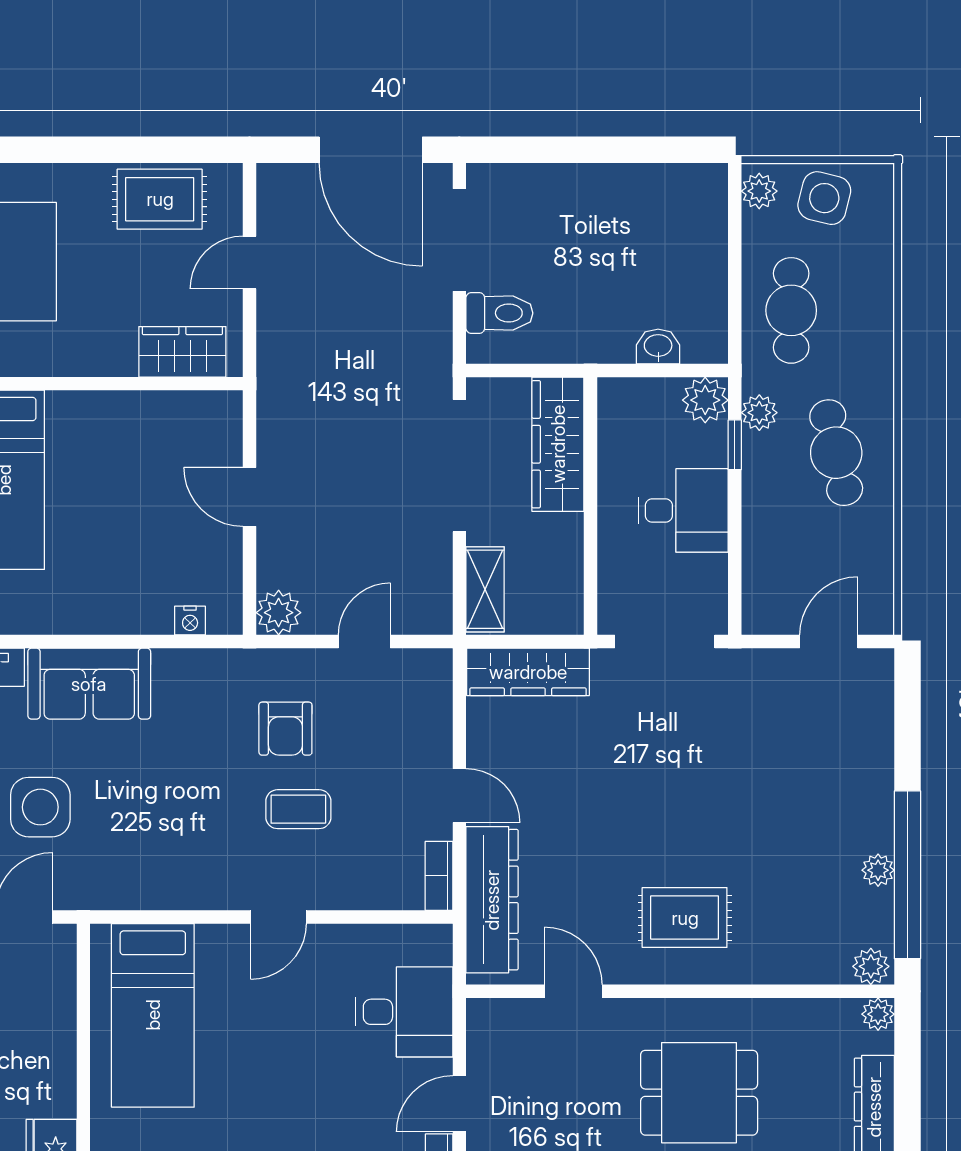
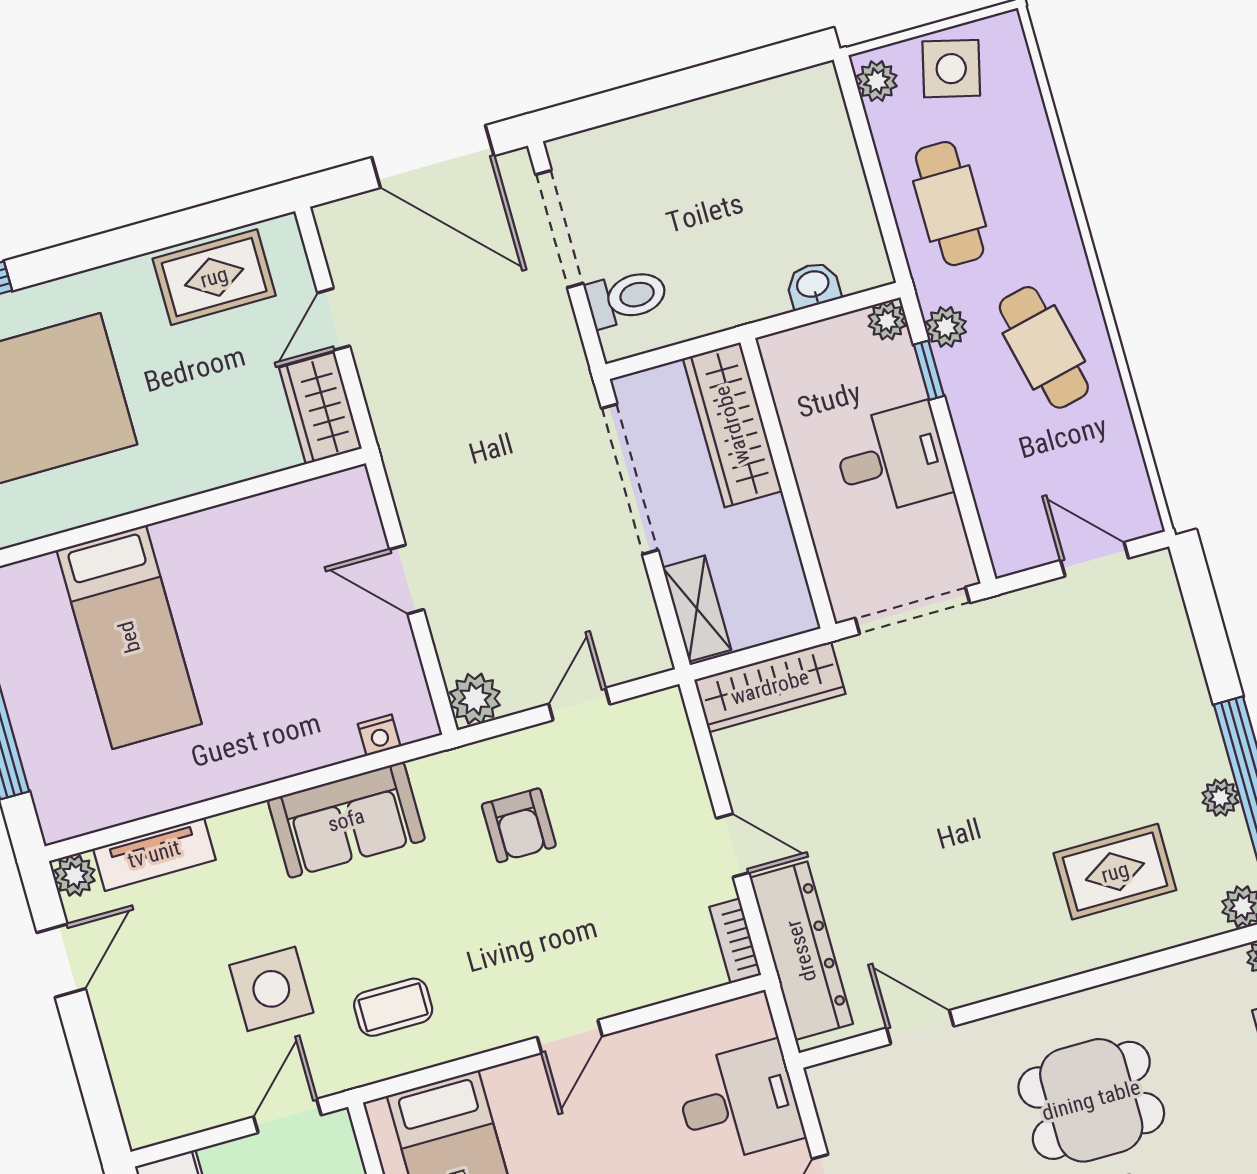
wardrobe: (182, 352) -> (320, 408), moved, turned -90
plant: (705, 400) -> (887, 321), width x0.73, depth x0.73
door: (829, 642) -> (1095, 559), hinge flipped
sofa: (89, 684) -> (346, 820), moved
coffee table: (298, 809) -> (393, 1007), moved
rug: (685, 918) -> (1115, 872), moved

